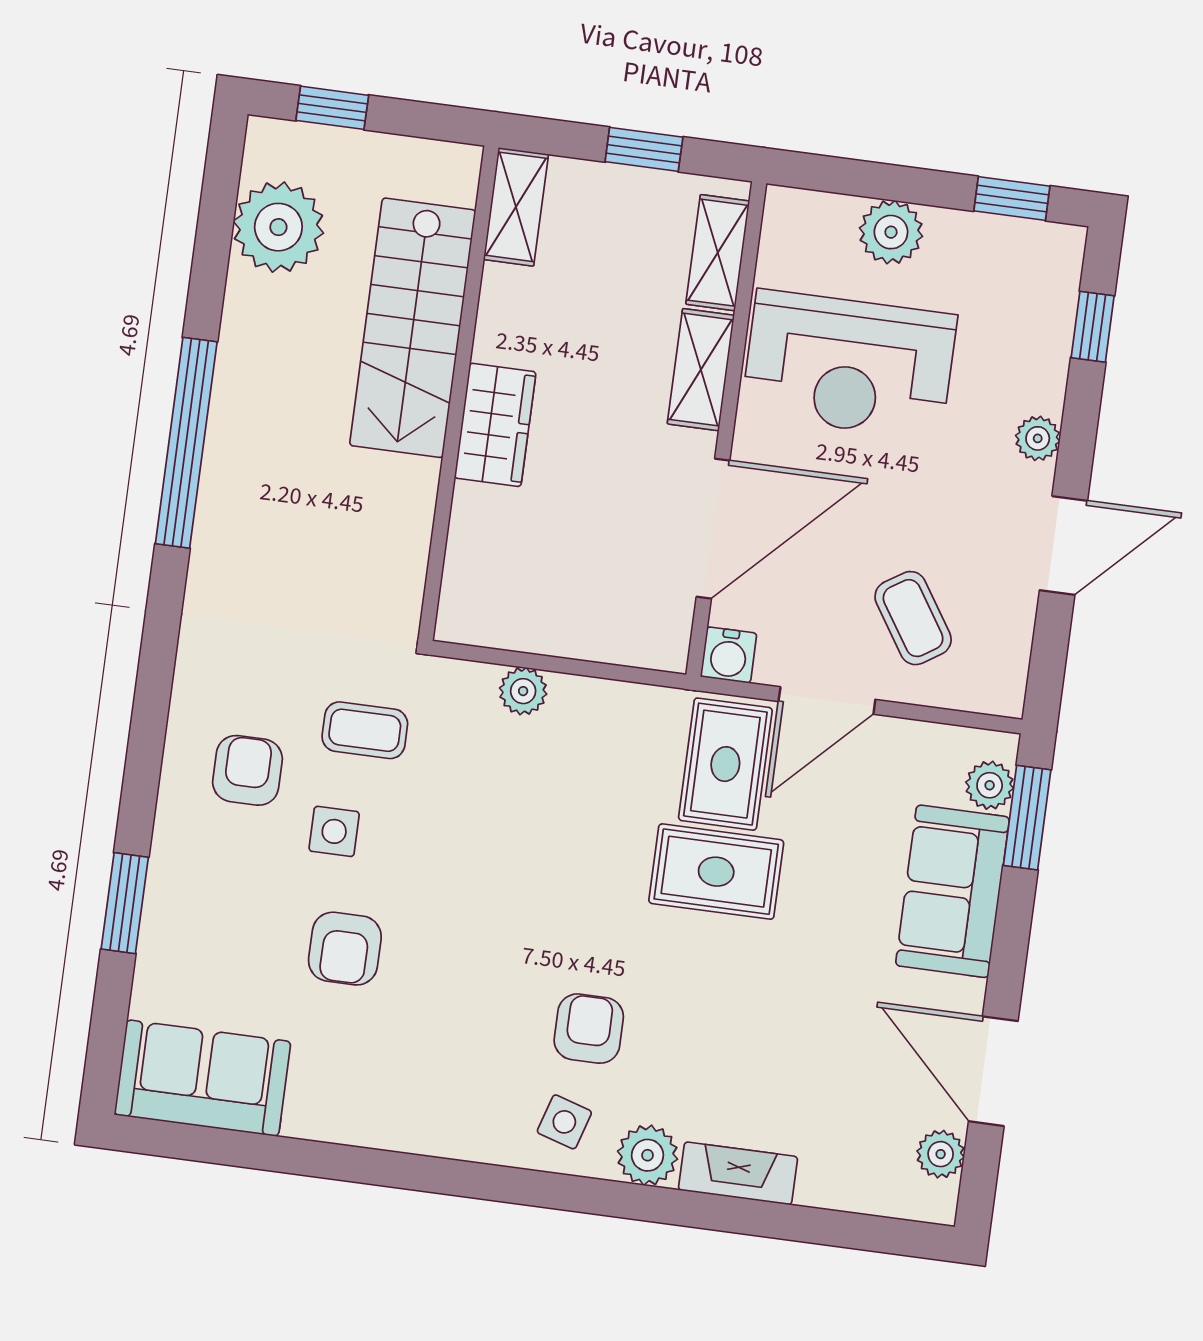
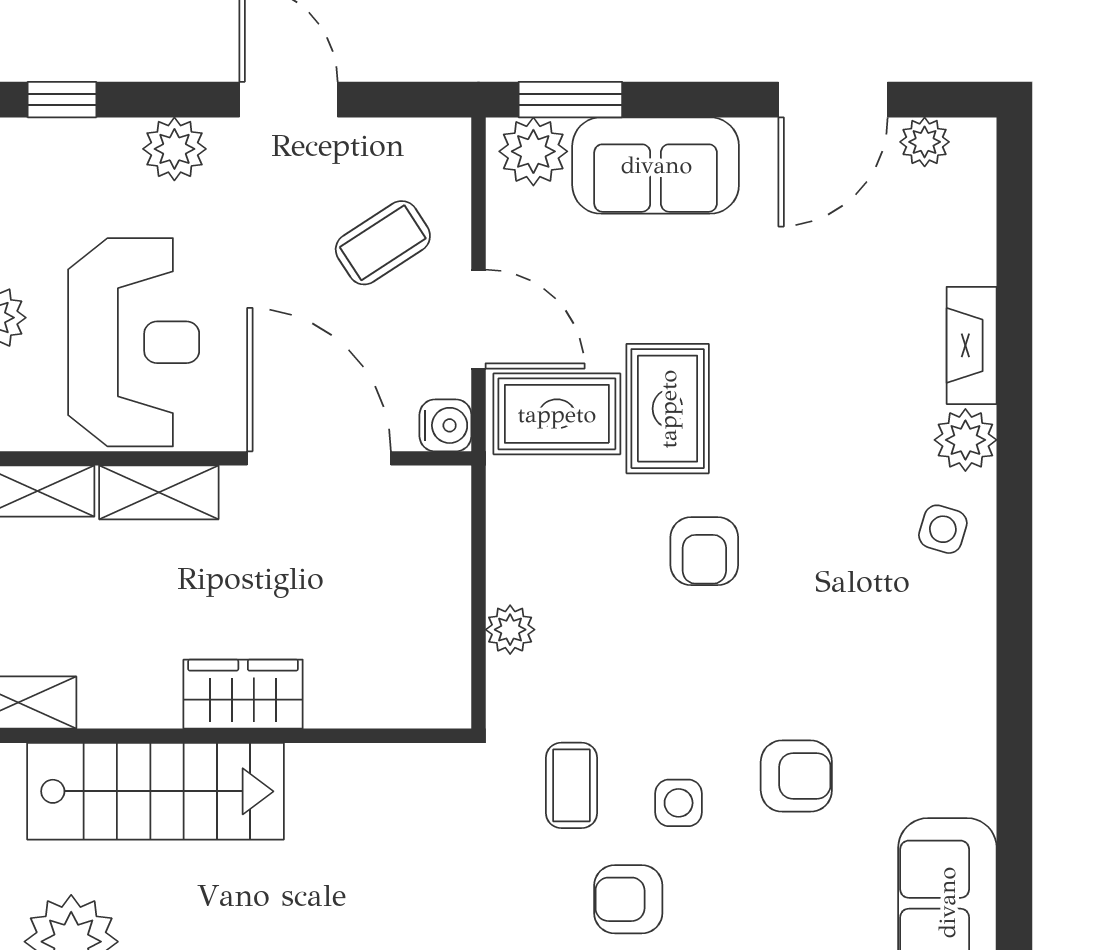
plant: (1038, 438) -> (174, 149), width x1.38, depth x1.38
plant: (990, 785) -> (533, 151), width x1.38, depth x1.38
armchair: (589, 1029) -> (704, 551), moved, turned -90

